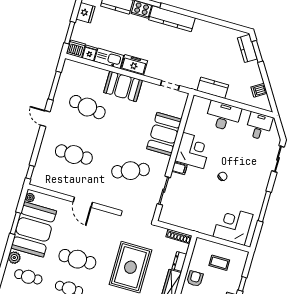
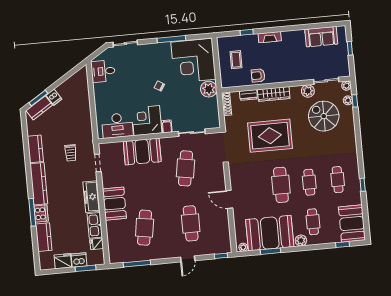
dishwasher: (76, 49) -> (79, 260), moved, turned 90
trolley: (190, 62) -> (71, 153), added
freezer: (134, 65) -> (92, 197), width x1.40
kitchen counter: (213, 88) -> (35, 149), moved, turned 180
dishwasher: (259, 90) -> (54, 97), moved
desk: (223, 116) -> (117, 125), moved, turned -90
door: (45, 118) -> (188, 259), moved
cafe table: (131, 171) -> (186, 168), turned 30
door: (83, 202) -> (229, 199), swing flipped
plant: (200, 224) -> (209, 89), added
corner desk: (233, 226) -> (193, 61), width x1.36, depth x1.36

